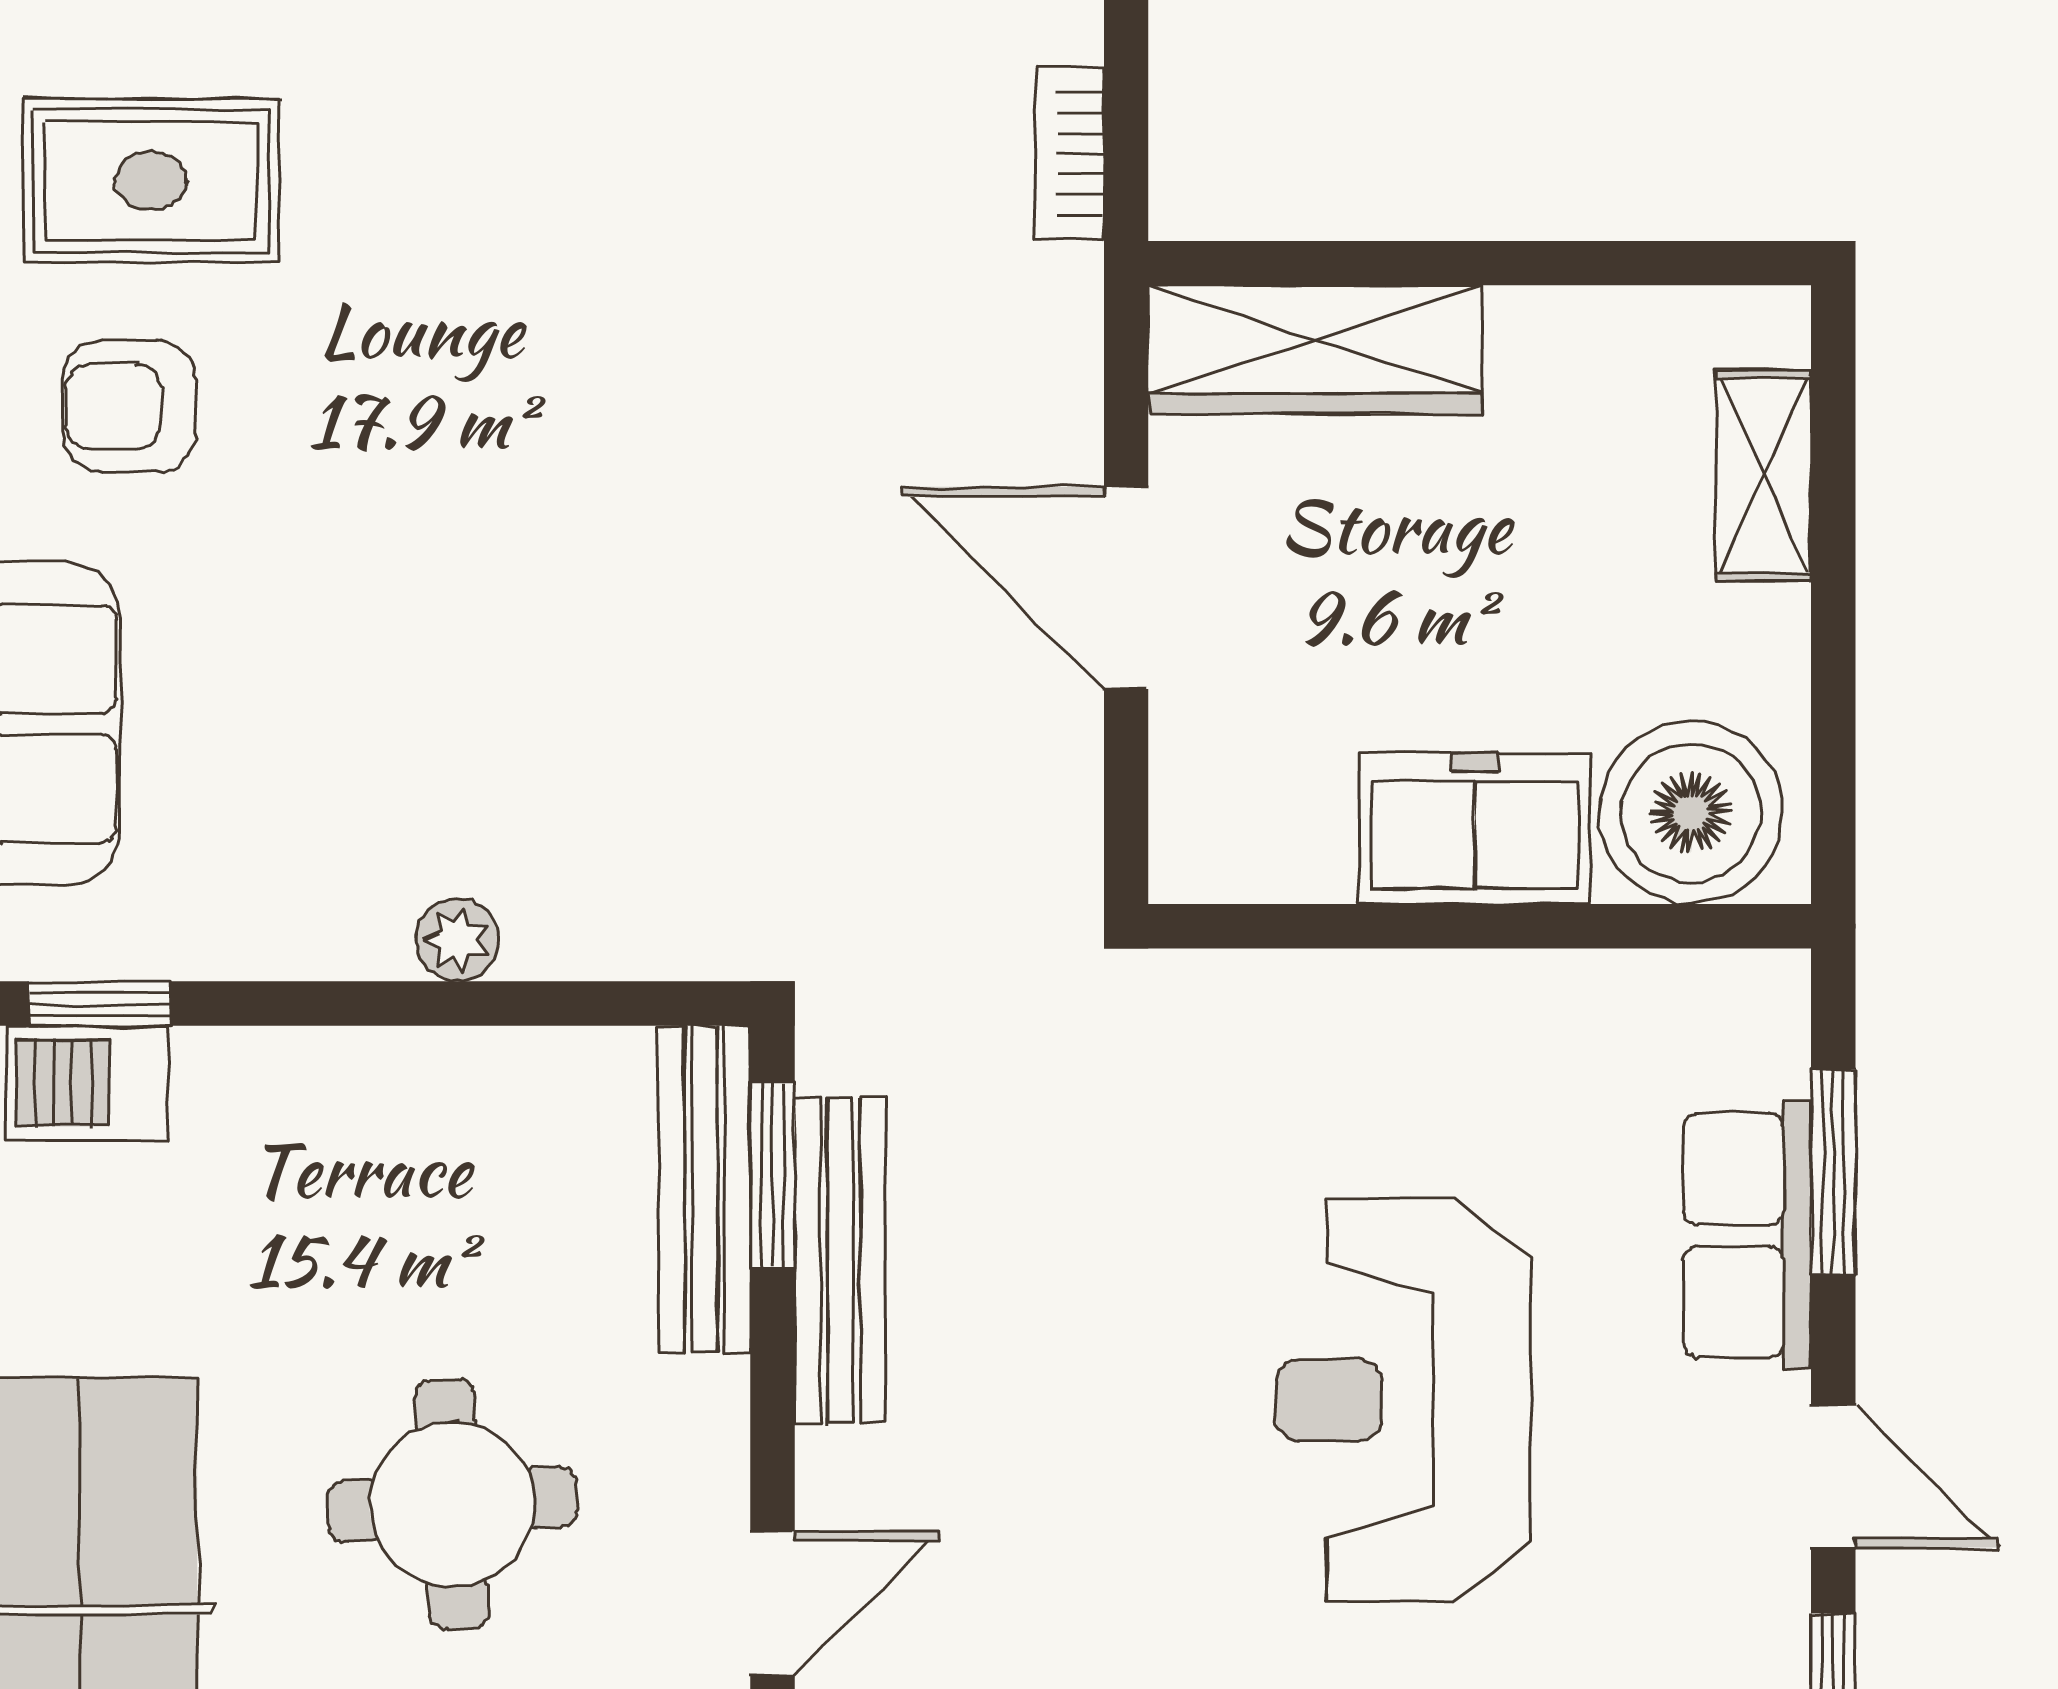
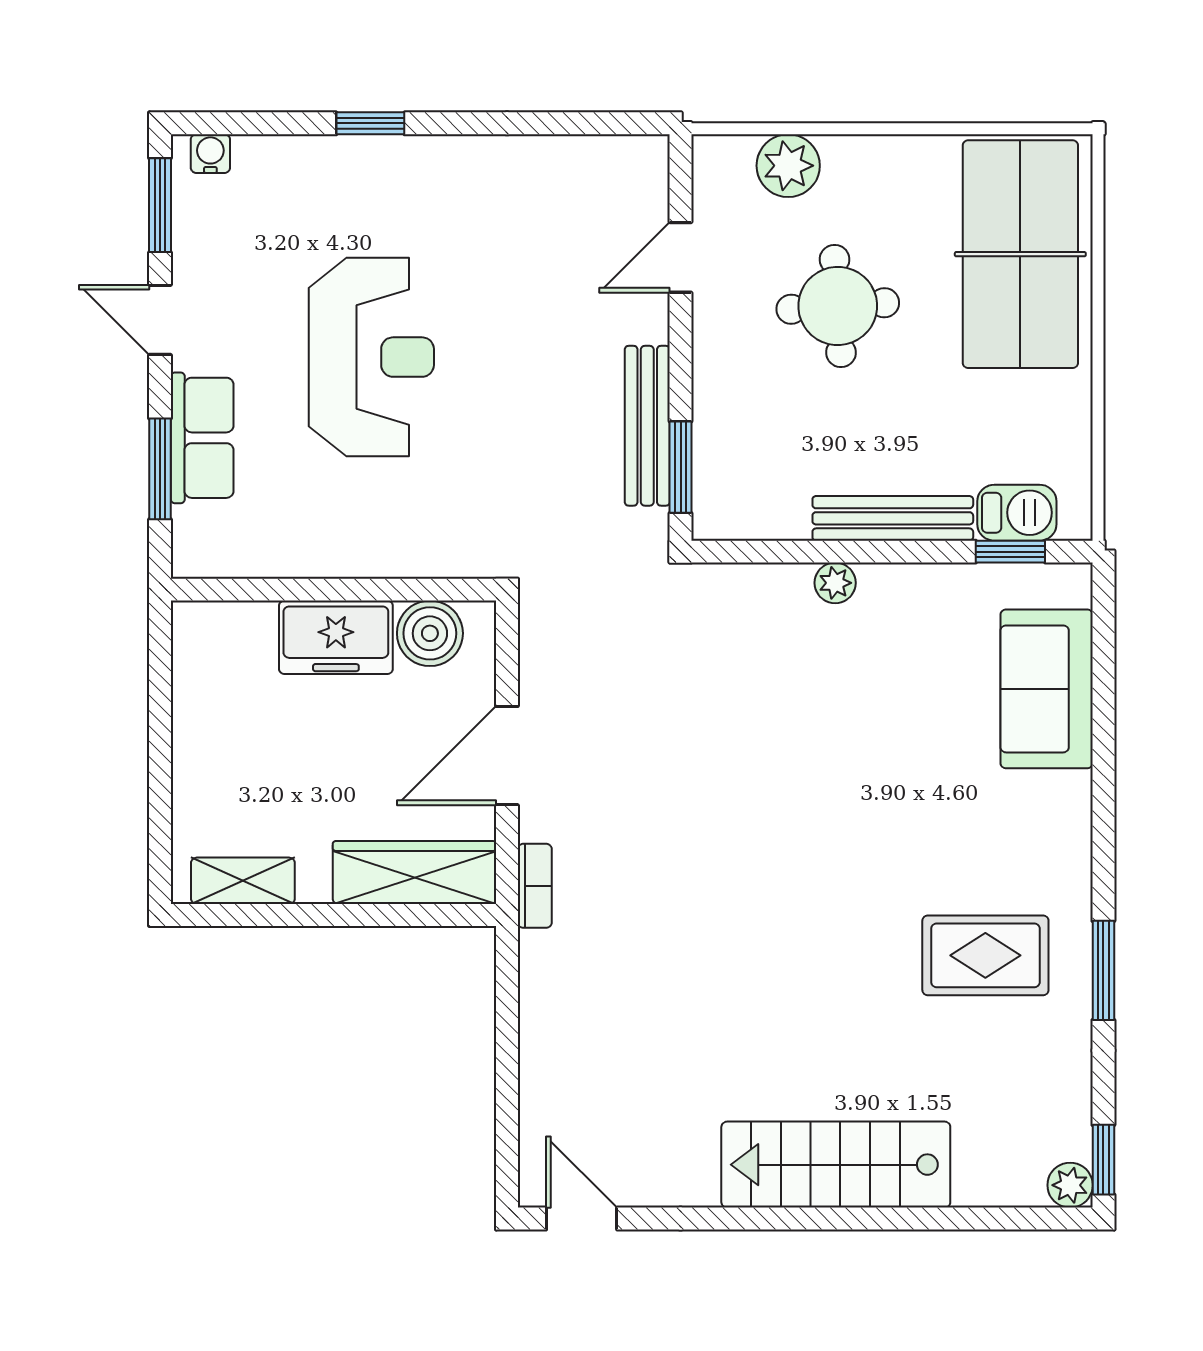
bookcase: (1070, 154) -> (535, 886), moved
armchair: (129, 406) -> (996, 845), removed
shelving: (1764, 475) -> (243, 881), moved, turned 90
door: (1126, 588) -> (507, 756), swing flipped
boiler: (1691, 812) -> (430, 633), moved, width x0.73, depth x0.73
bench: (705, 1189) -> (893, 518), moved, turned 90

